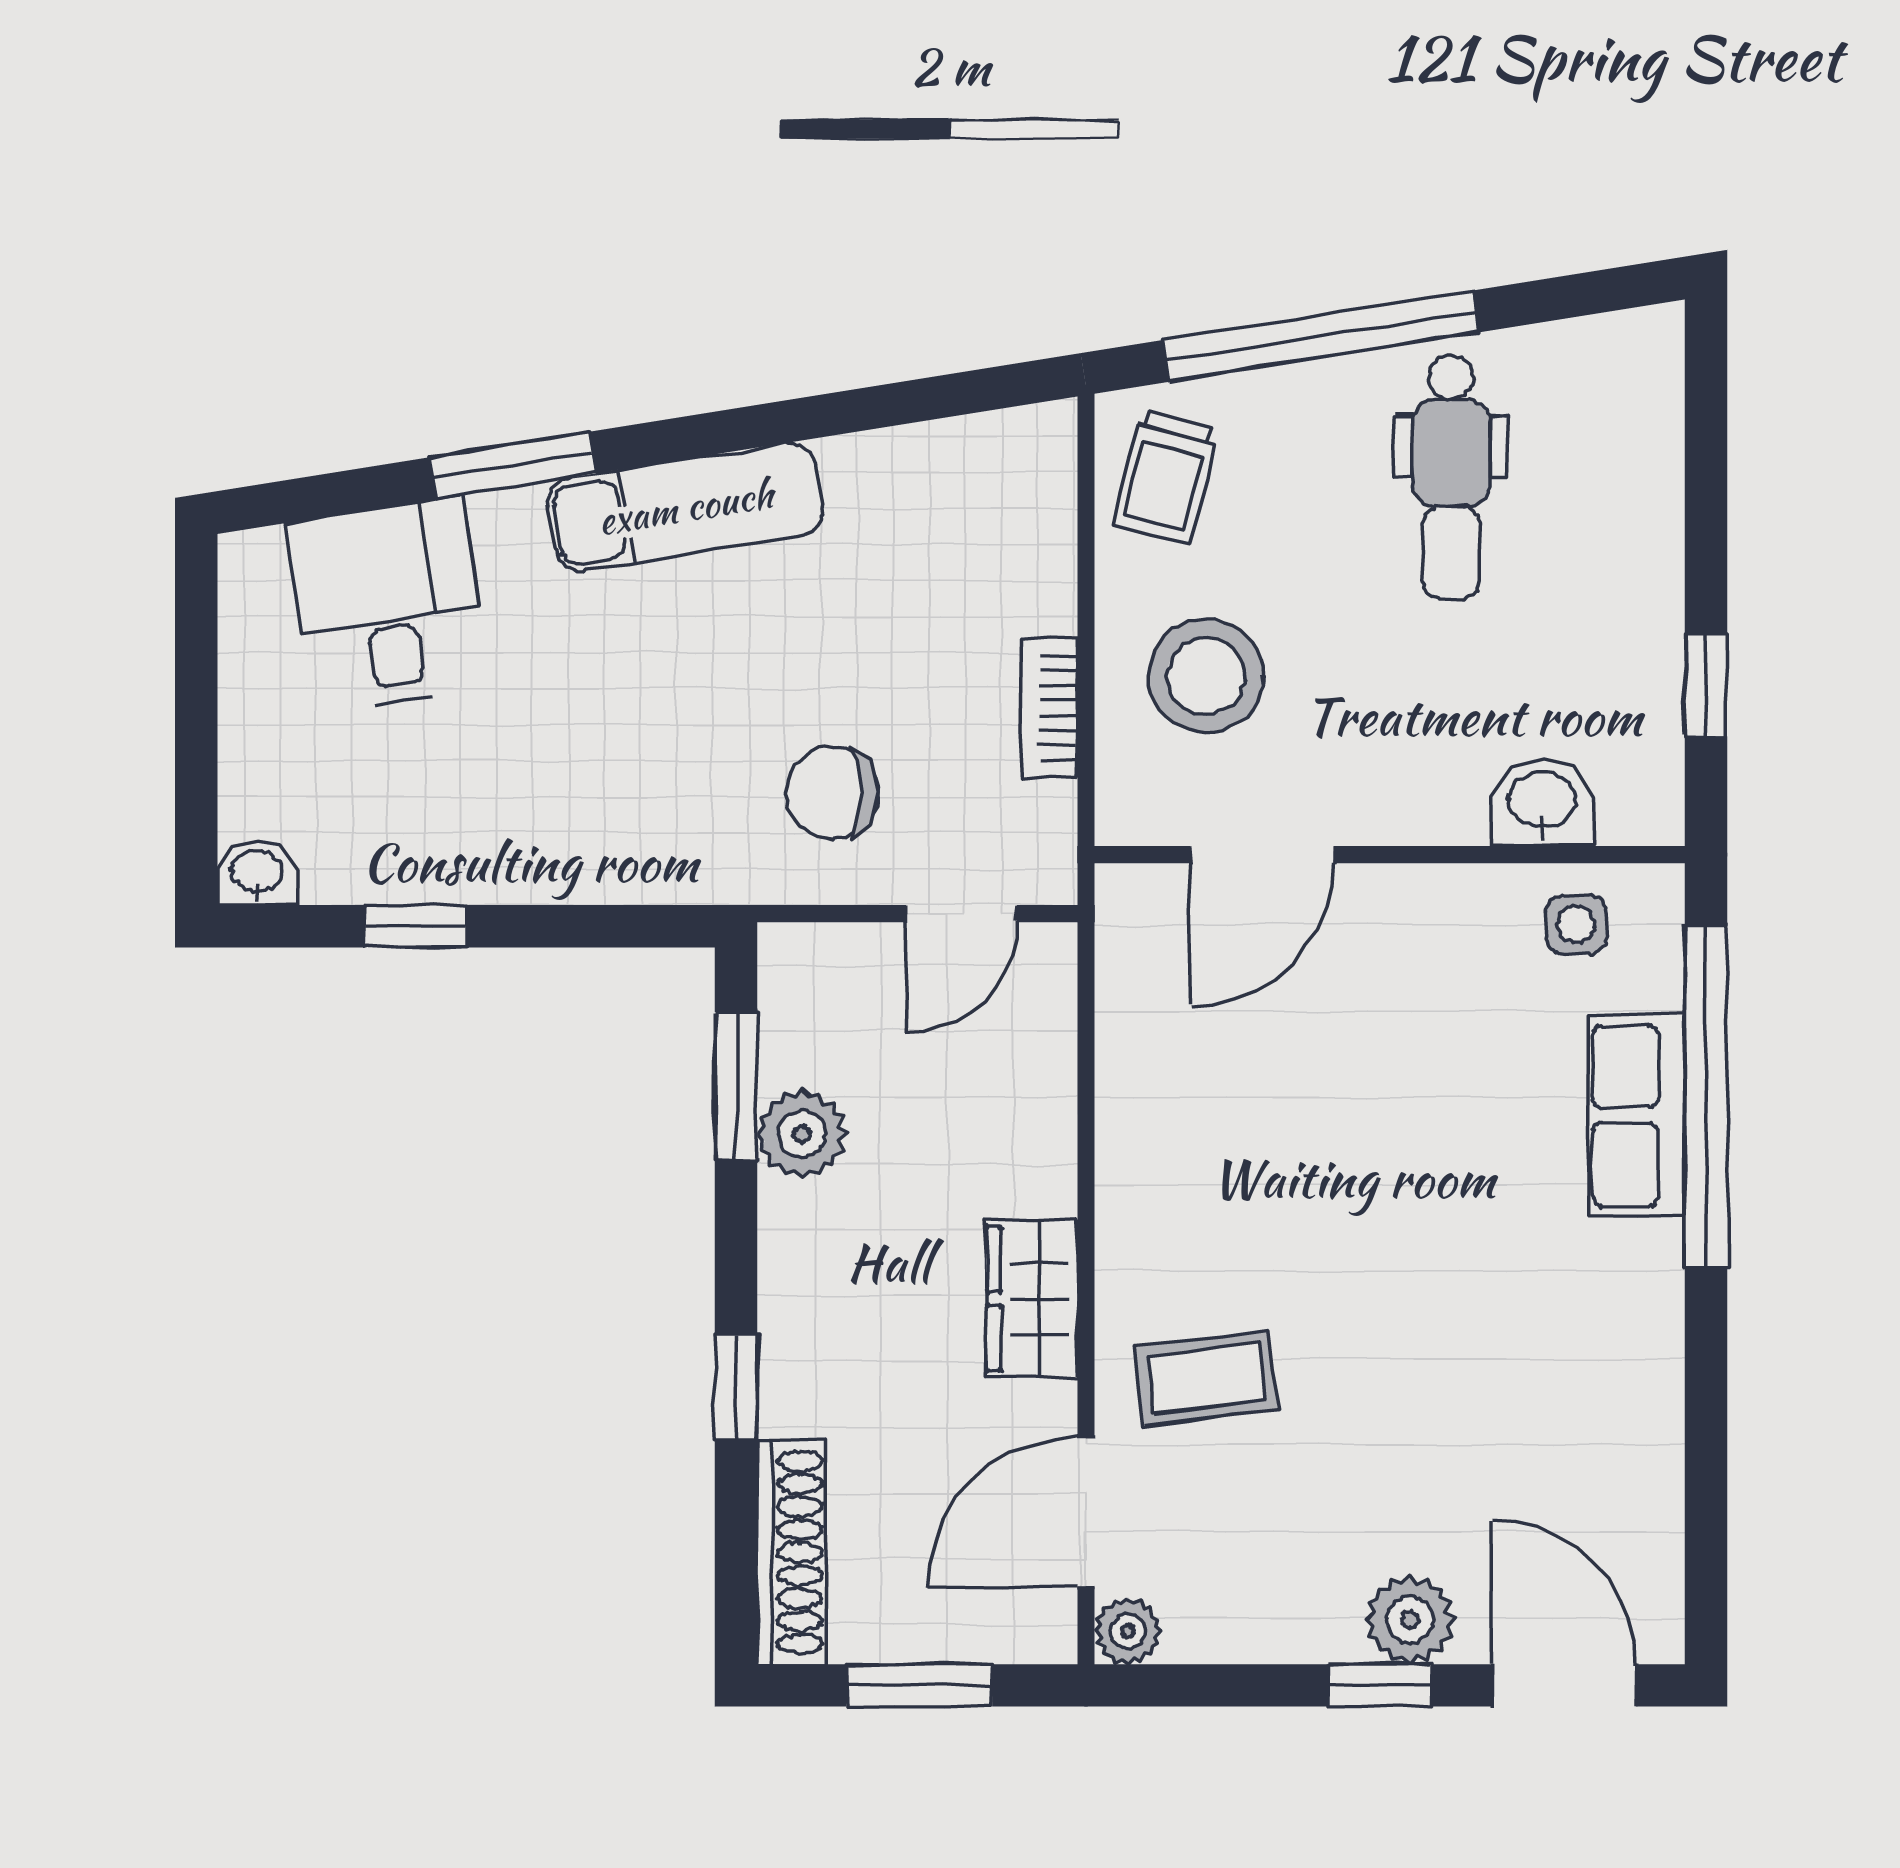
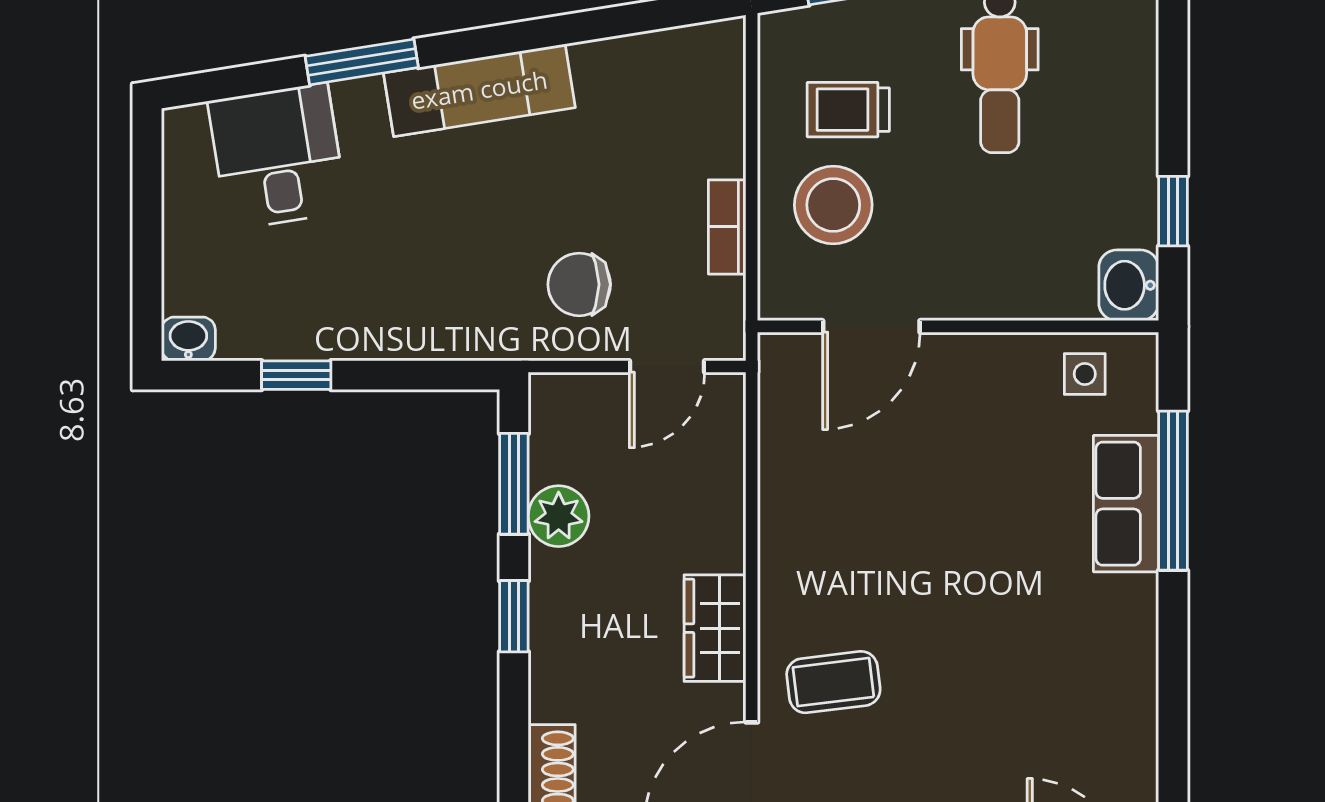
trolley: (1165, 477) -> (848, 110), moved, turned 76
washbasin: (1542, 802) -> (1129, 285), moved, turned -90
window: (1706, 1096) -> (1173, 491), width x0.68
window: (736, 1387) -> (514, 616), moved

